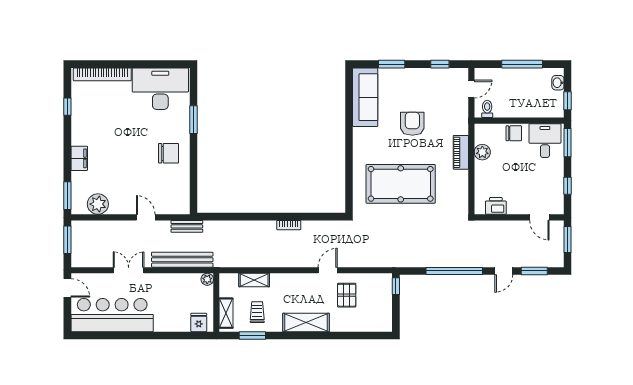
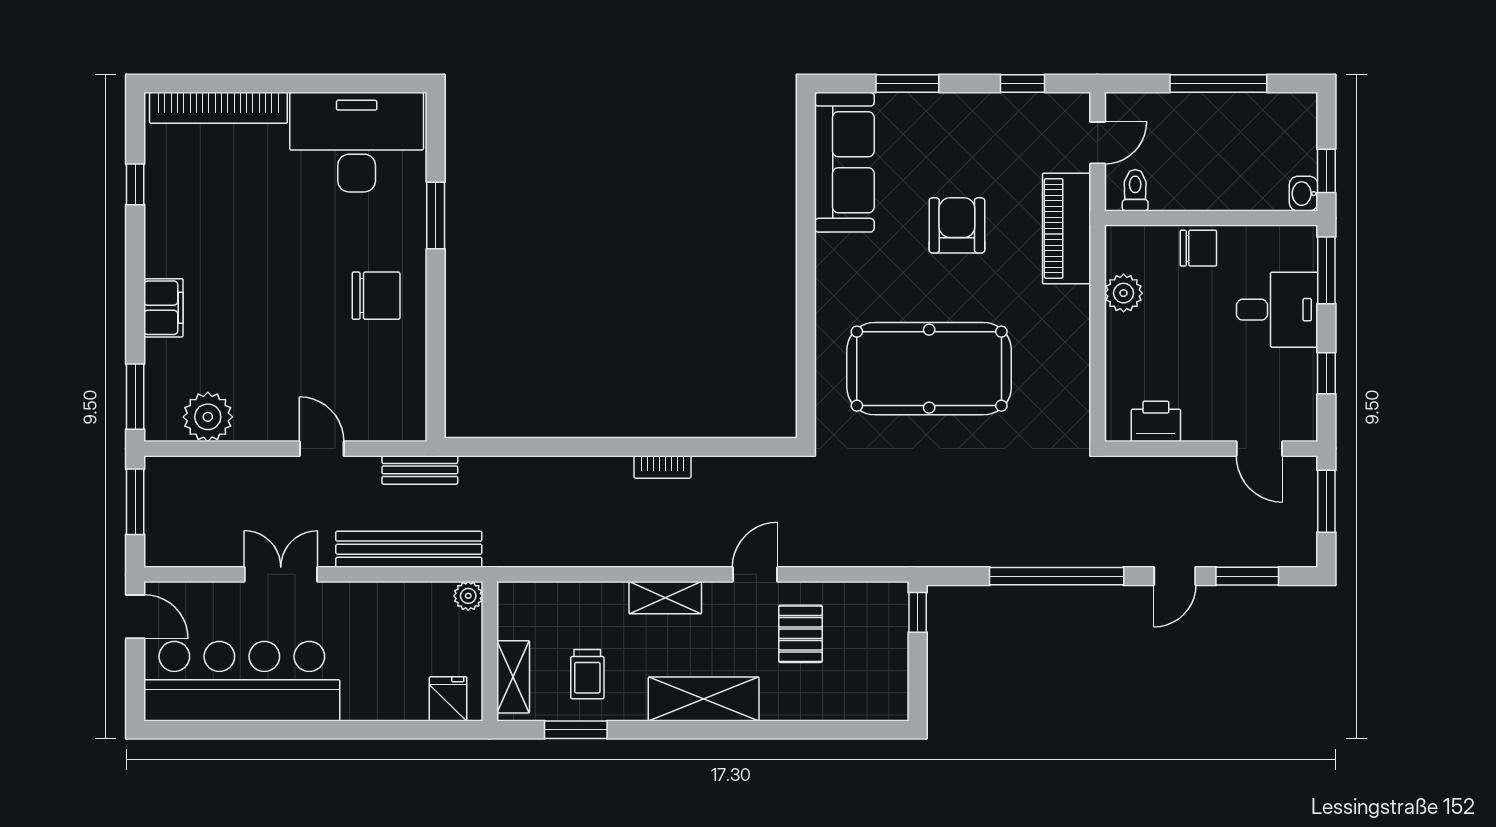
washbasin: (558, 83) -> (1304, 194), moved
desk: (545, 141) -> (1277, 310), moved, turned 90
piano: (461, 152) -> (1067, 228), moved, width x1.37, depth x1.33
shelving: (254, 280) -> (665, 598), moved
trolley: (257, 312) -> (587, 674), turned 180

